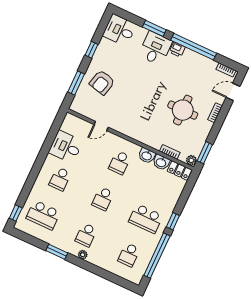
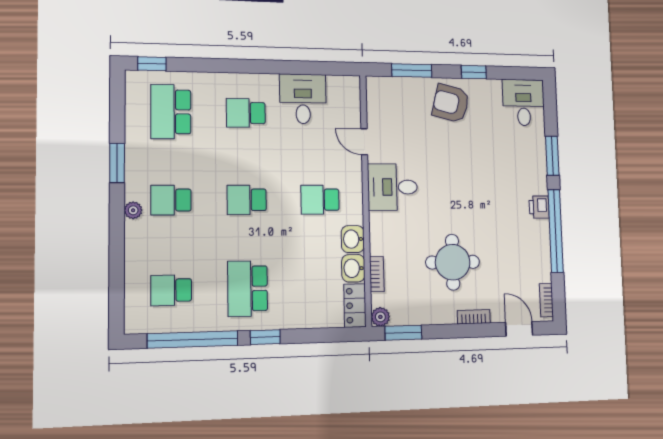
desk: (155, 48) -> (393, 187), moved, turned 180
armchair: (102, 82) -> (451, 103), moved

